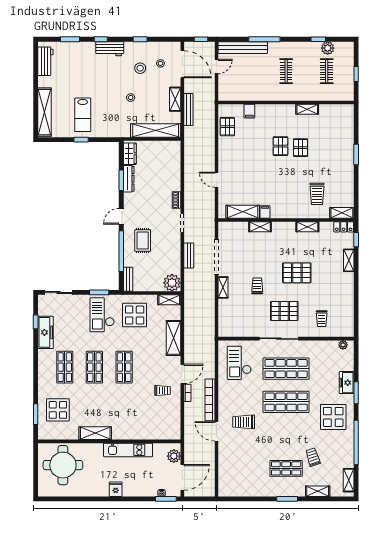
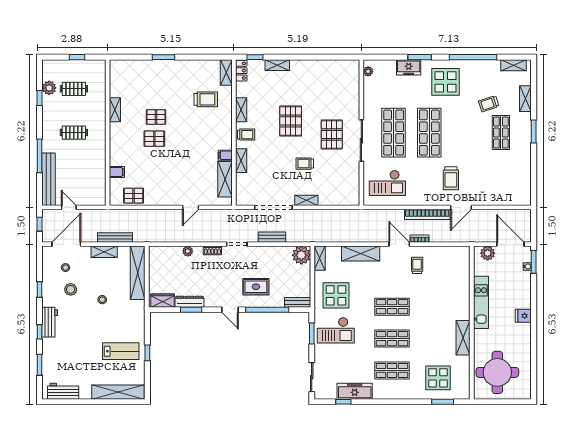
plant: (176, 177) -> (188, 251), added
trolley: (322, 319) -> (246, 135), moved

